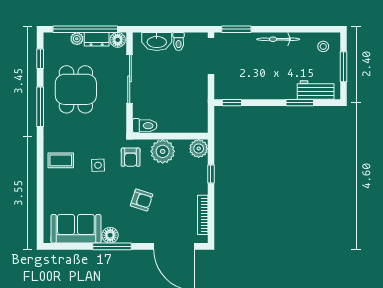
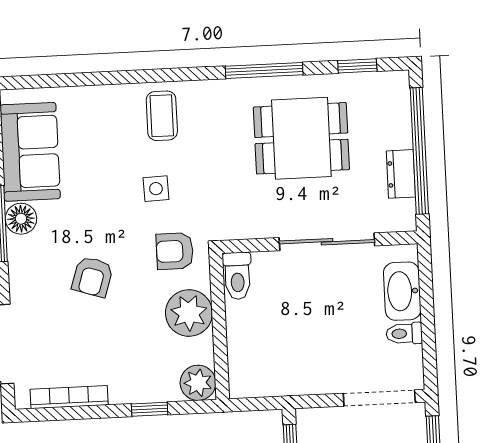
plant: (77, 39) -> (400, 135), removed
floor lamp: (118, 40) -> (402, 215), removed

